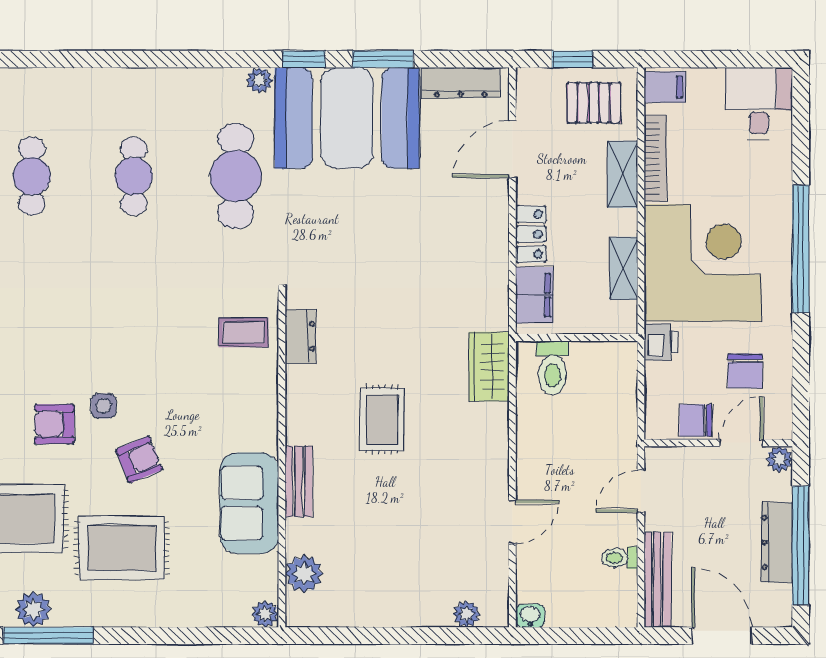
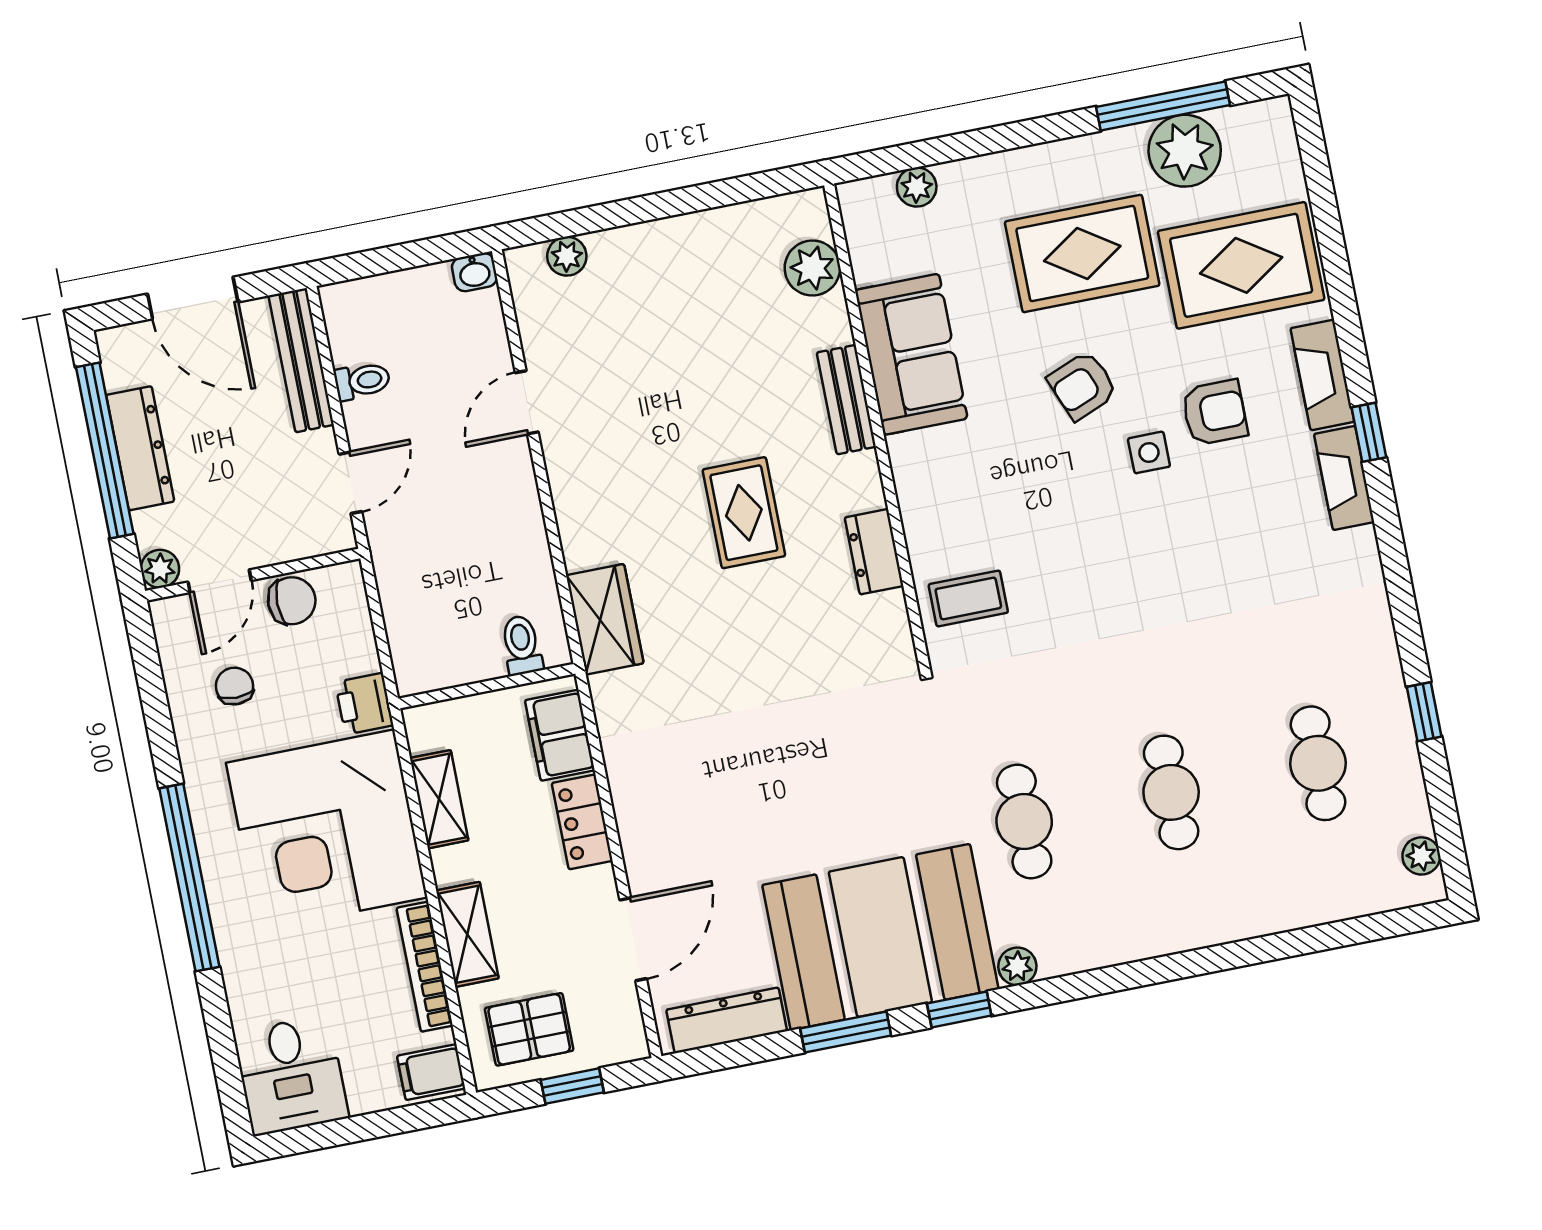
cafe table: (236, 176) -> (1024, 821), width x0.73, depth x0.74
dresser: (300, 336) -> (874, 552), moved
toilet: (552, 368) -> (522, 645), width x0.73, depth x0.72
chair: (745, 371) -> (234, 686), width x0.73, depth x0.73
plant: (33, 609) -> (1185, 151), width x1.36, depth x1.36
plant: (265, 614) -> (917, 187), moved

